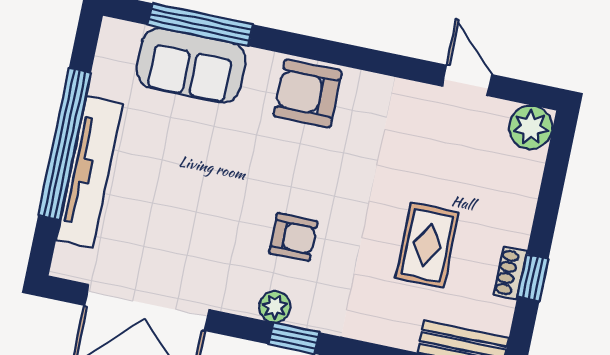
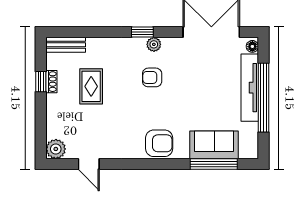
floor lamp: (65, 259) -> (252, 46), added

